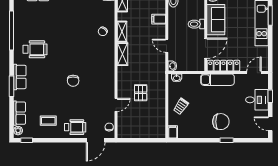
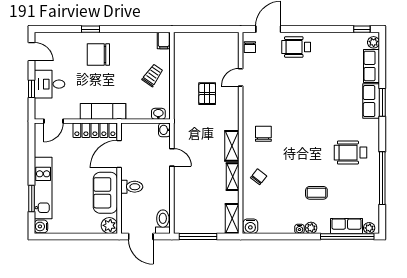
filing cabinet: (159, 19) -> (183, 193), removed
row of seats: (20, 77) -> (371, 101), moved
chair: (73, 81) -> (263, 134), moved
coffee table: (48, 121) -> (316, 193), moved

